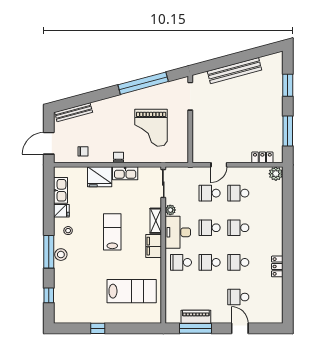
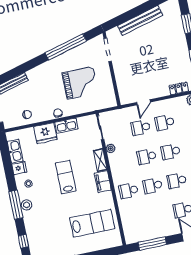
grand piano: (151, 128) -> (80, 83), turned -90
desk: (178, 232) -> (121, 166), removed
piano: (196, 317) -> (151, 234), removed

